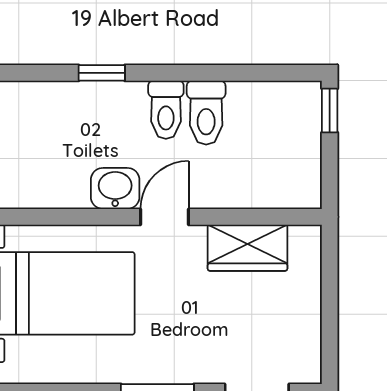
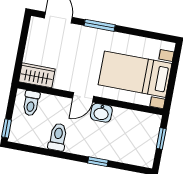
toilet: (166, 110) -> (31, 103), moved, turned 180
wardrobe: (247, 248) -> (37, 75), moved

